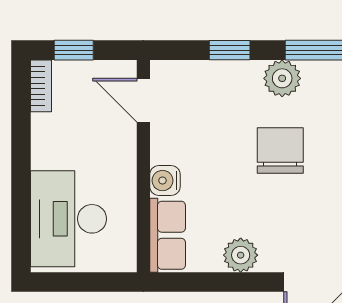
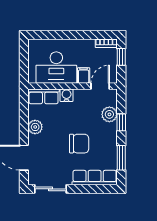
plant: (282, 78) -> (109, 114), moved
filing cabinet: (118, 140) -> (84, 76), added
desk: (69, 219) -> (56, 68), moved, turned 180

